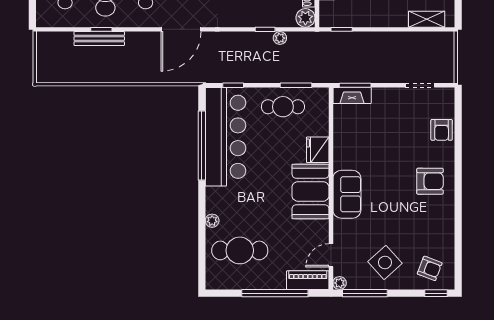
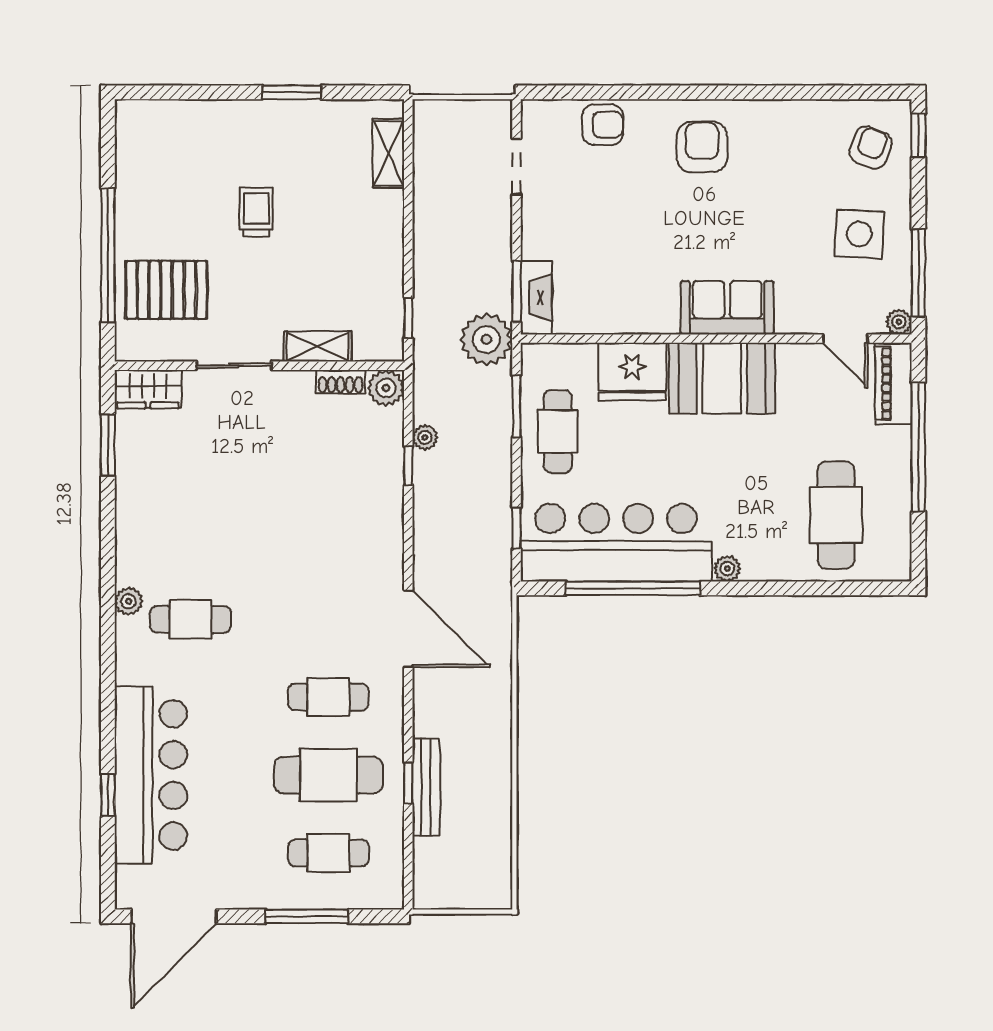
plant: (330, 70) -> (486, 340), added
fridge: (318, 150) -> (632, 371), width x1.36, depth x1.34
plant: (212, 221) -> (727, 568), moved
side table: (385, 262) -> (859, 234), turned 45

